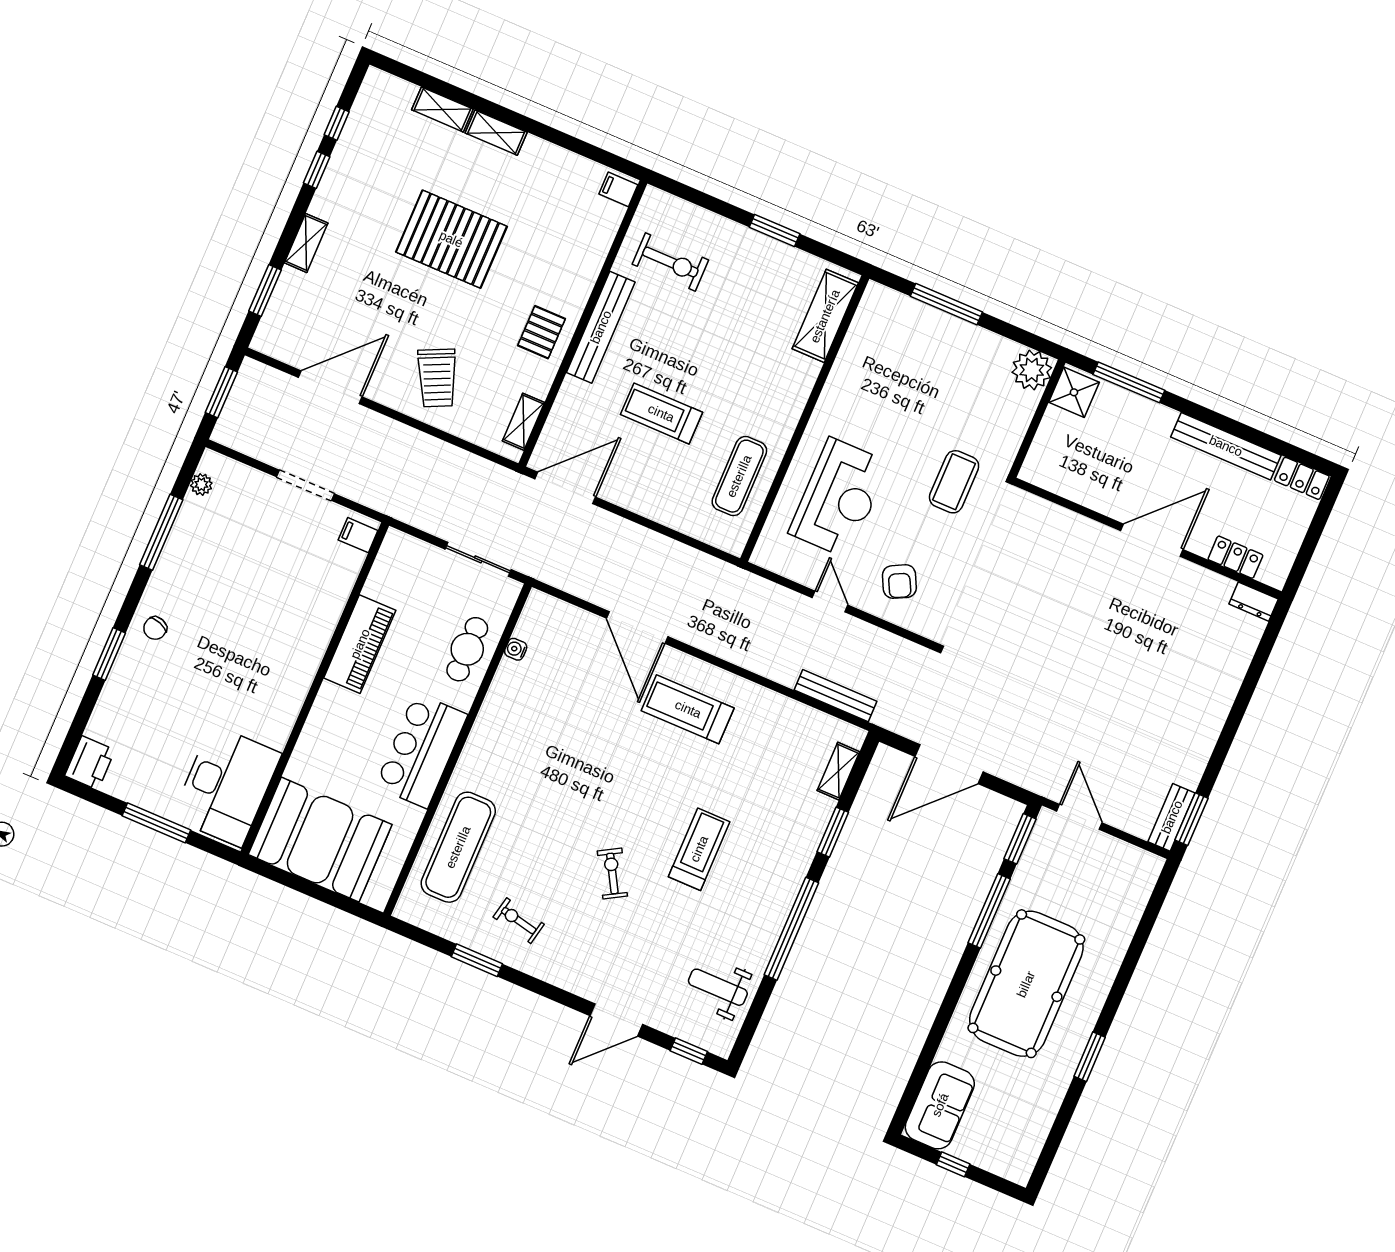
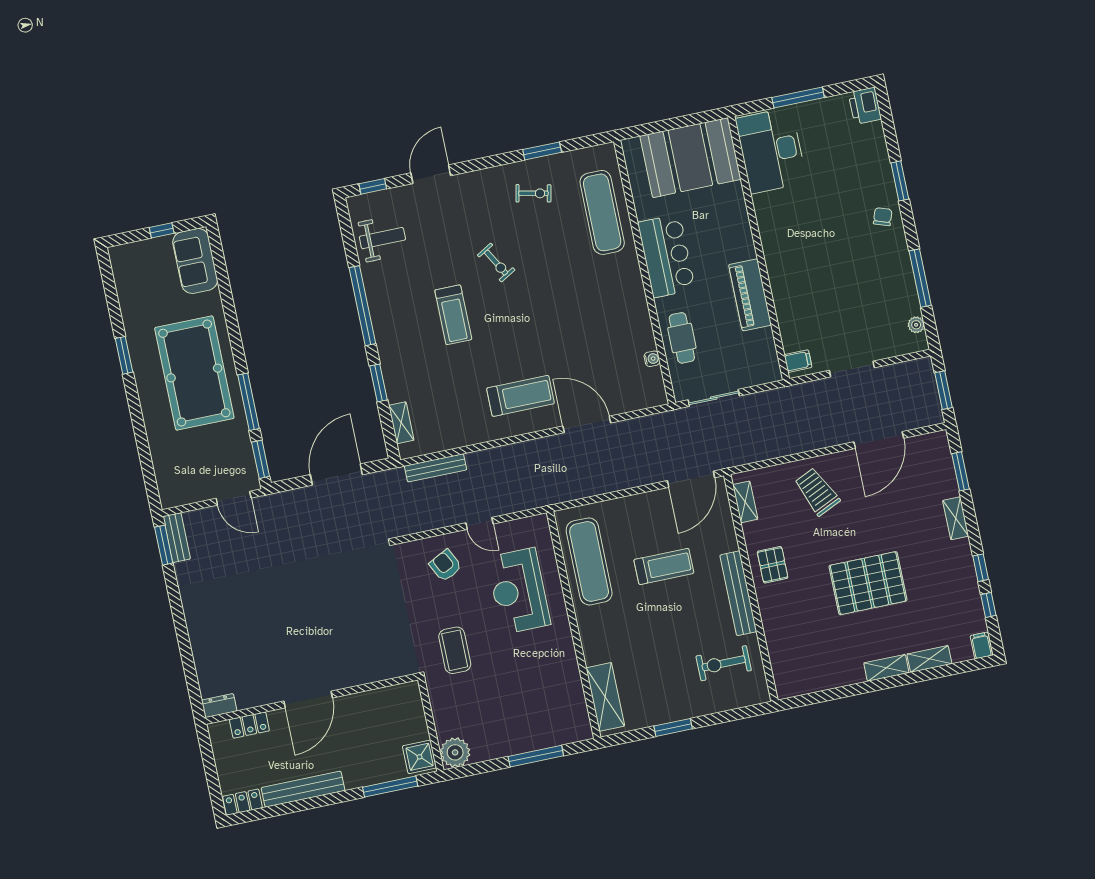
filing cabinet: (618, 189) -> (981, 645), moved, turned -90
exercise mat: (739, 476) -> (589, 561), width x1.36, depth x1.45

